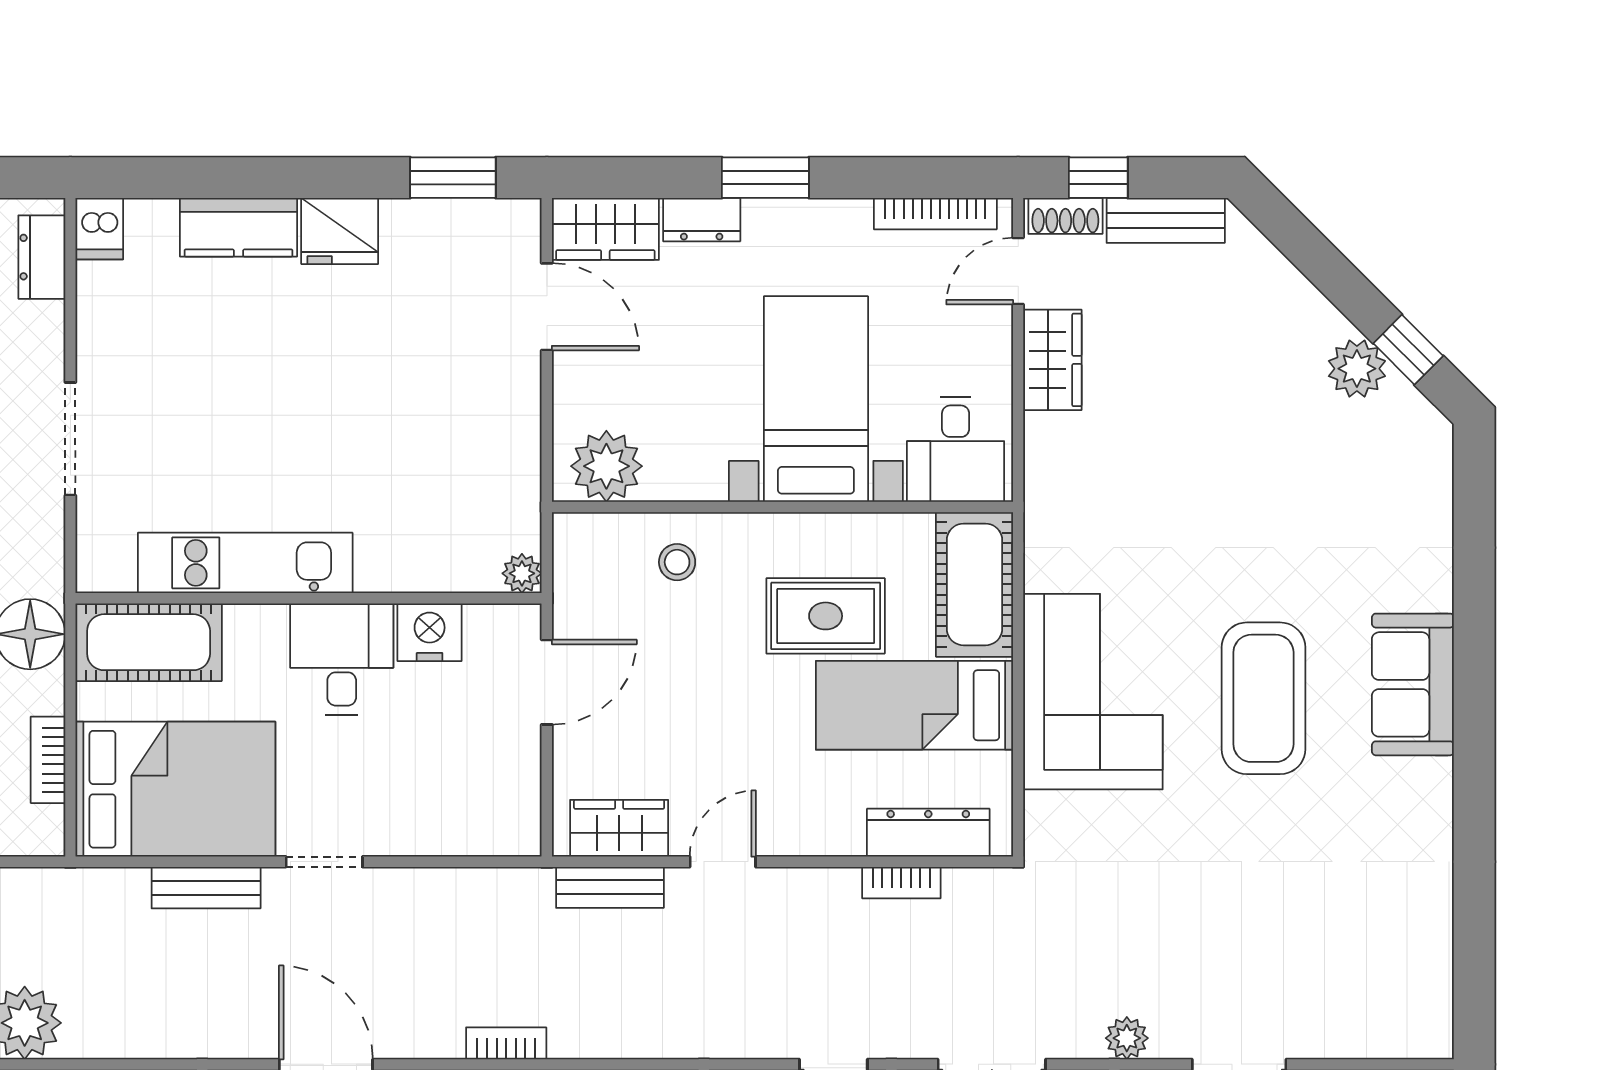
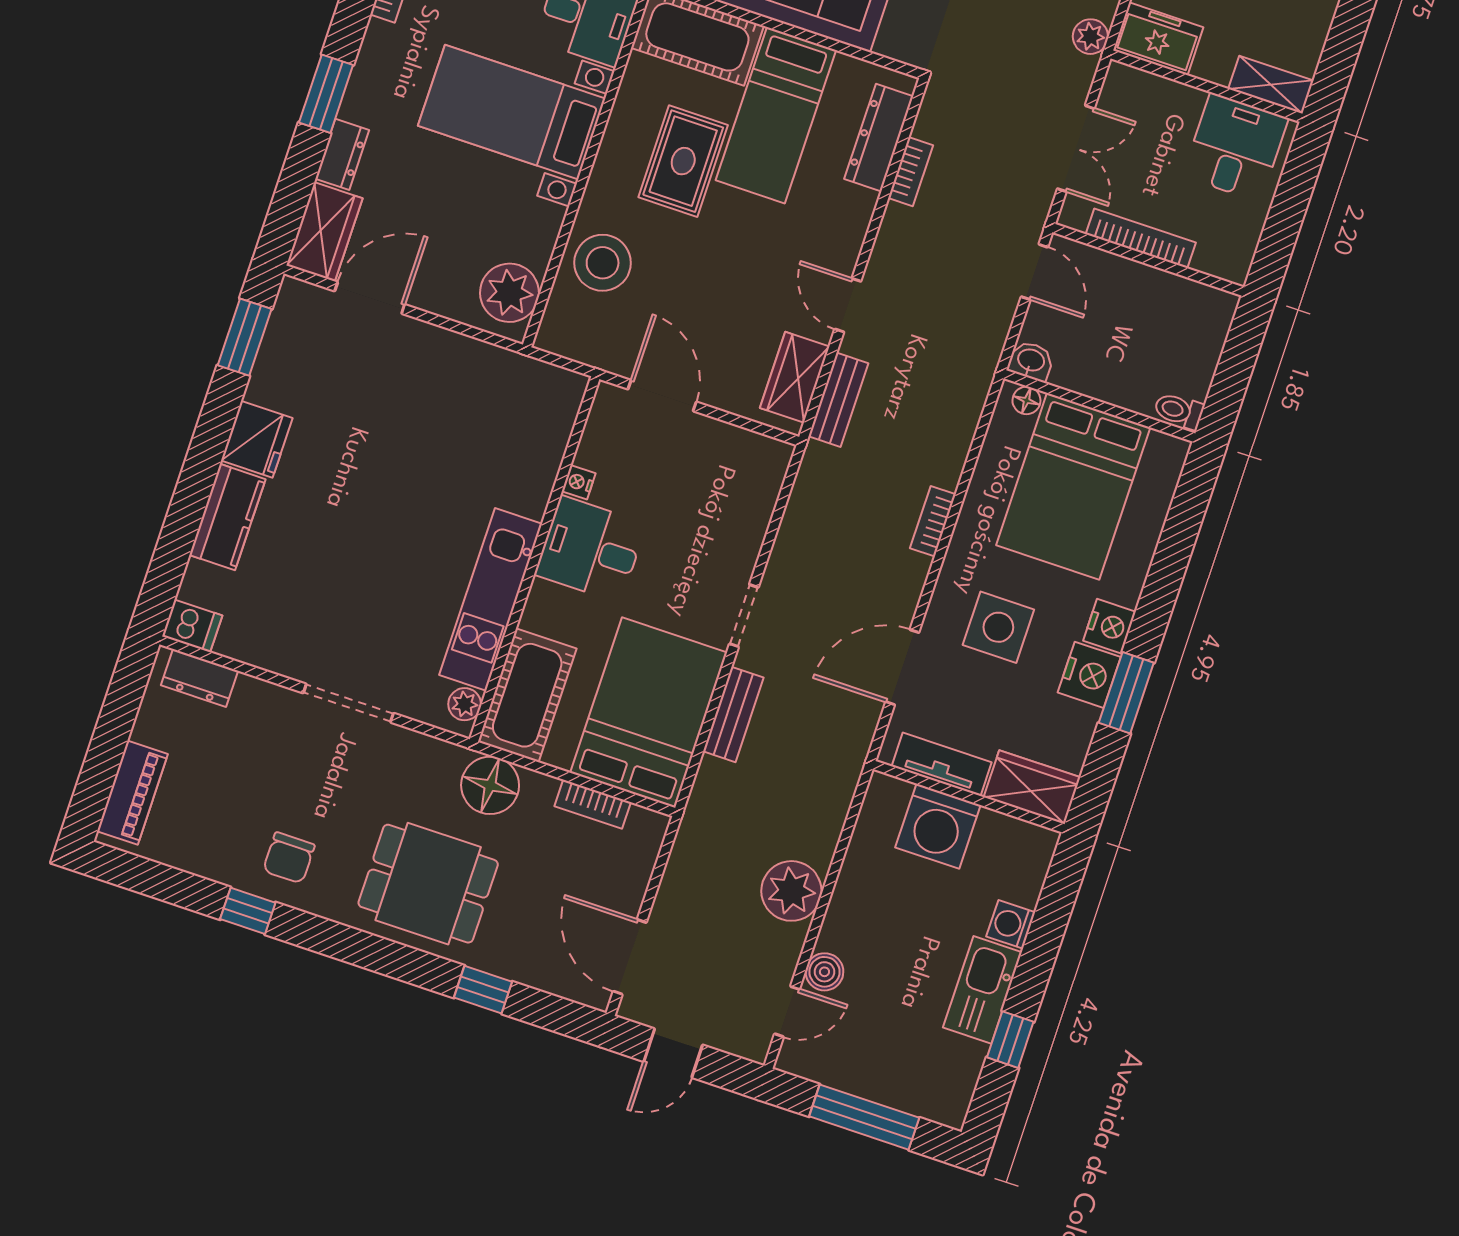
stool: (677, 562) -> (603, 263), width x1.89, depth x1.89
plant: (522, 573) -> (465, 704), moved
nightstand: (430, 632) -> (579, 482), width x0.53, depth x0.56

